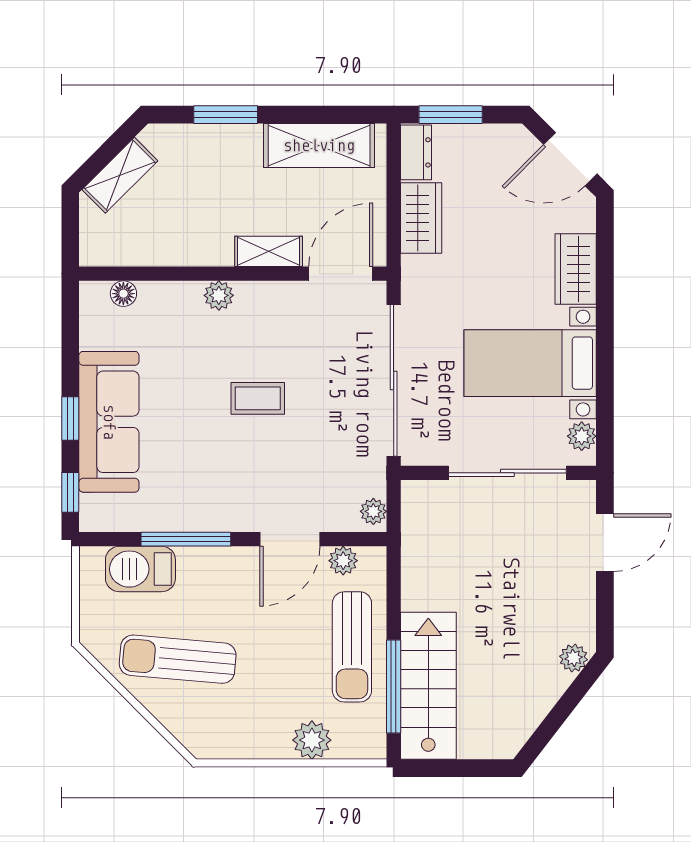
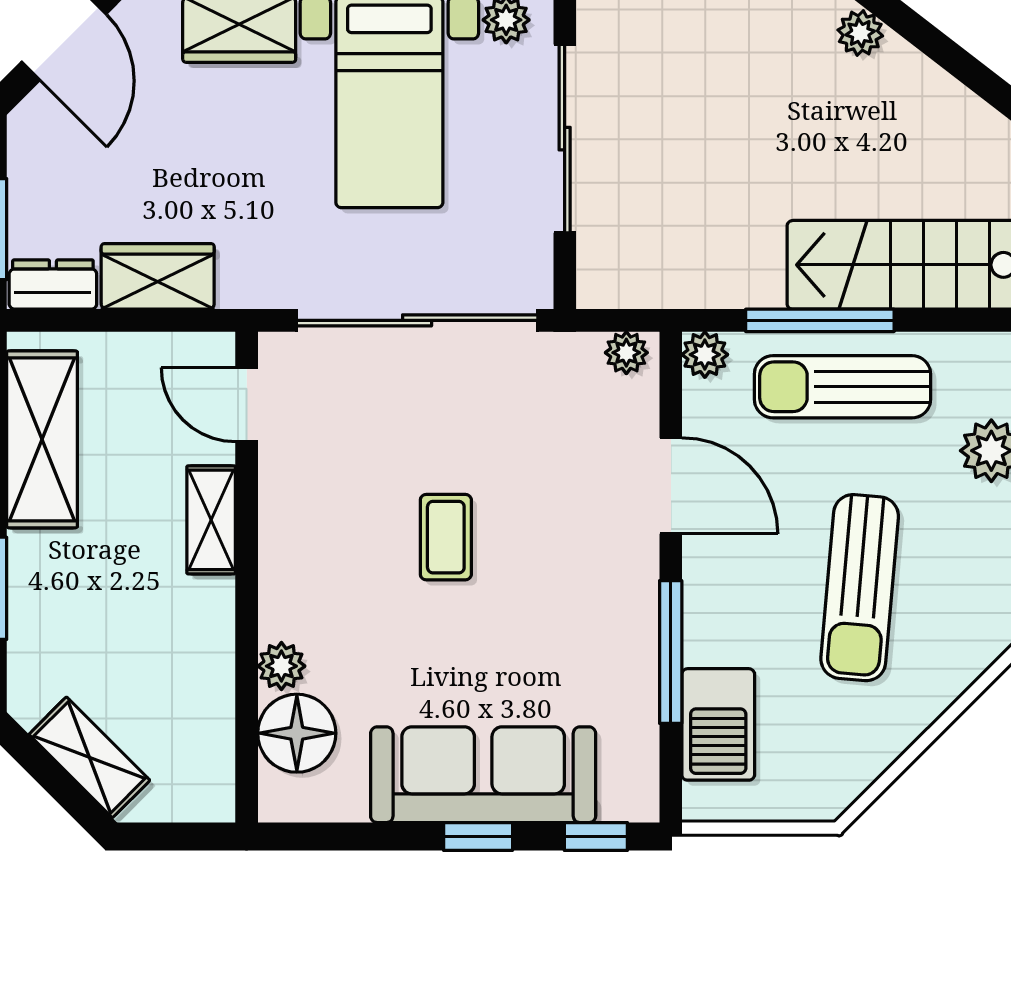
door: (341, 274) -> (247, 405), width x0.73
floor lamp: (123, 294) -> (297, 733), width x1.89, depth x1.89
plant: (219, 295) -> (281, 666), moved
plant: (343, 561) -> (705, 355), moved
sun lounger: (352, 647) -> (842, 387), turned 180
sun lounger: (178, 659) -> (860, 588), moved
window: (394, 686) -> (820, 320), moved

